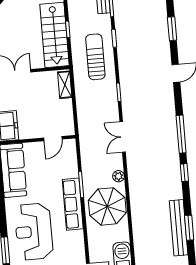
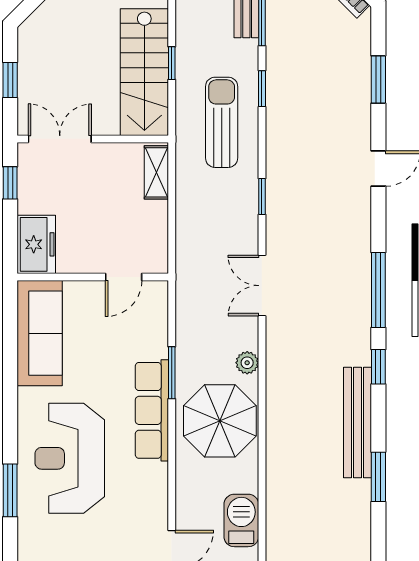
bench: (179, 228) -> (357, 422), moved

